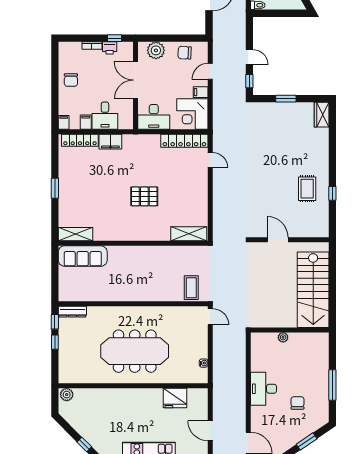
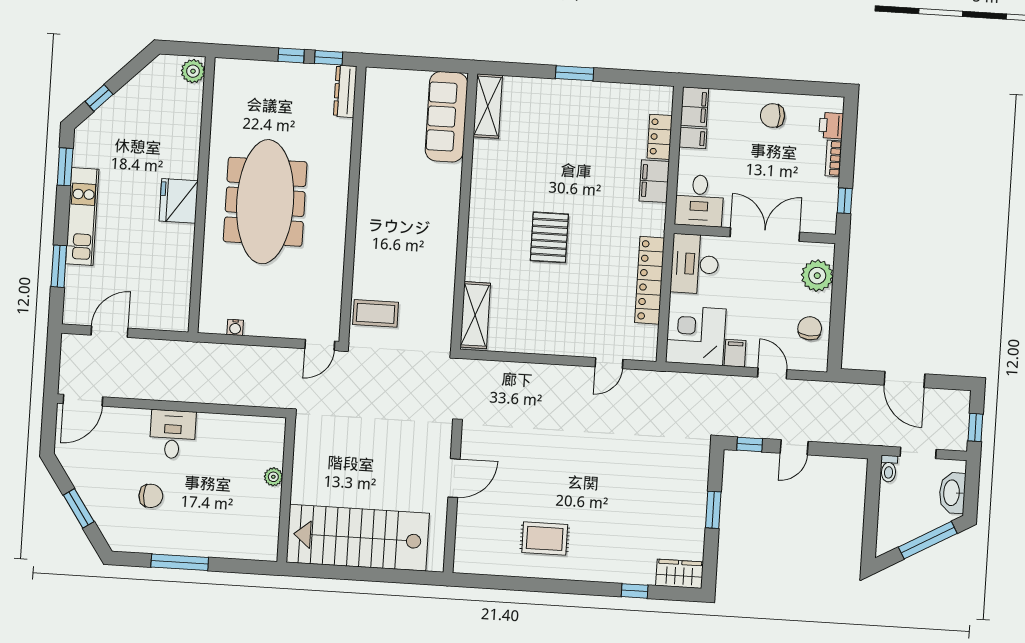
printer: (110, 48) -> (831, 126), moved
desk: (105, 116) -> (699, 201), moved, turned -90
filing cabinet: (64, 122) -> (695, 107), width x2.00
locker: (80, 140) -> (660, 137), width x0.66
locker: (184, 141) -> (650, 280), moved
window: (332, 193) -> (635, 591), moved
desk: (264, 389) -> (173, 434), width x0.73
fridge: (175, 398) -> (179, 201), moved

